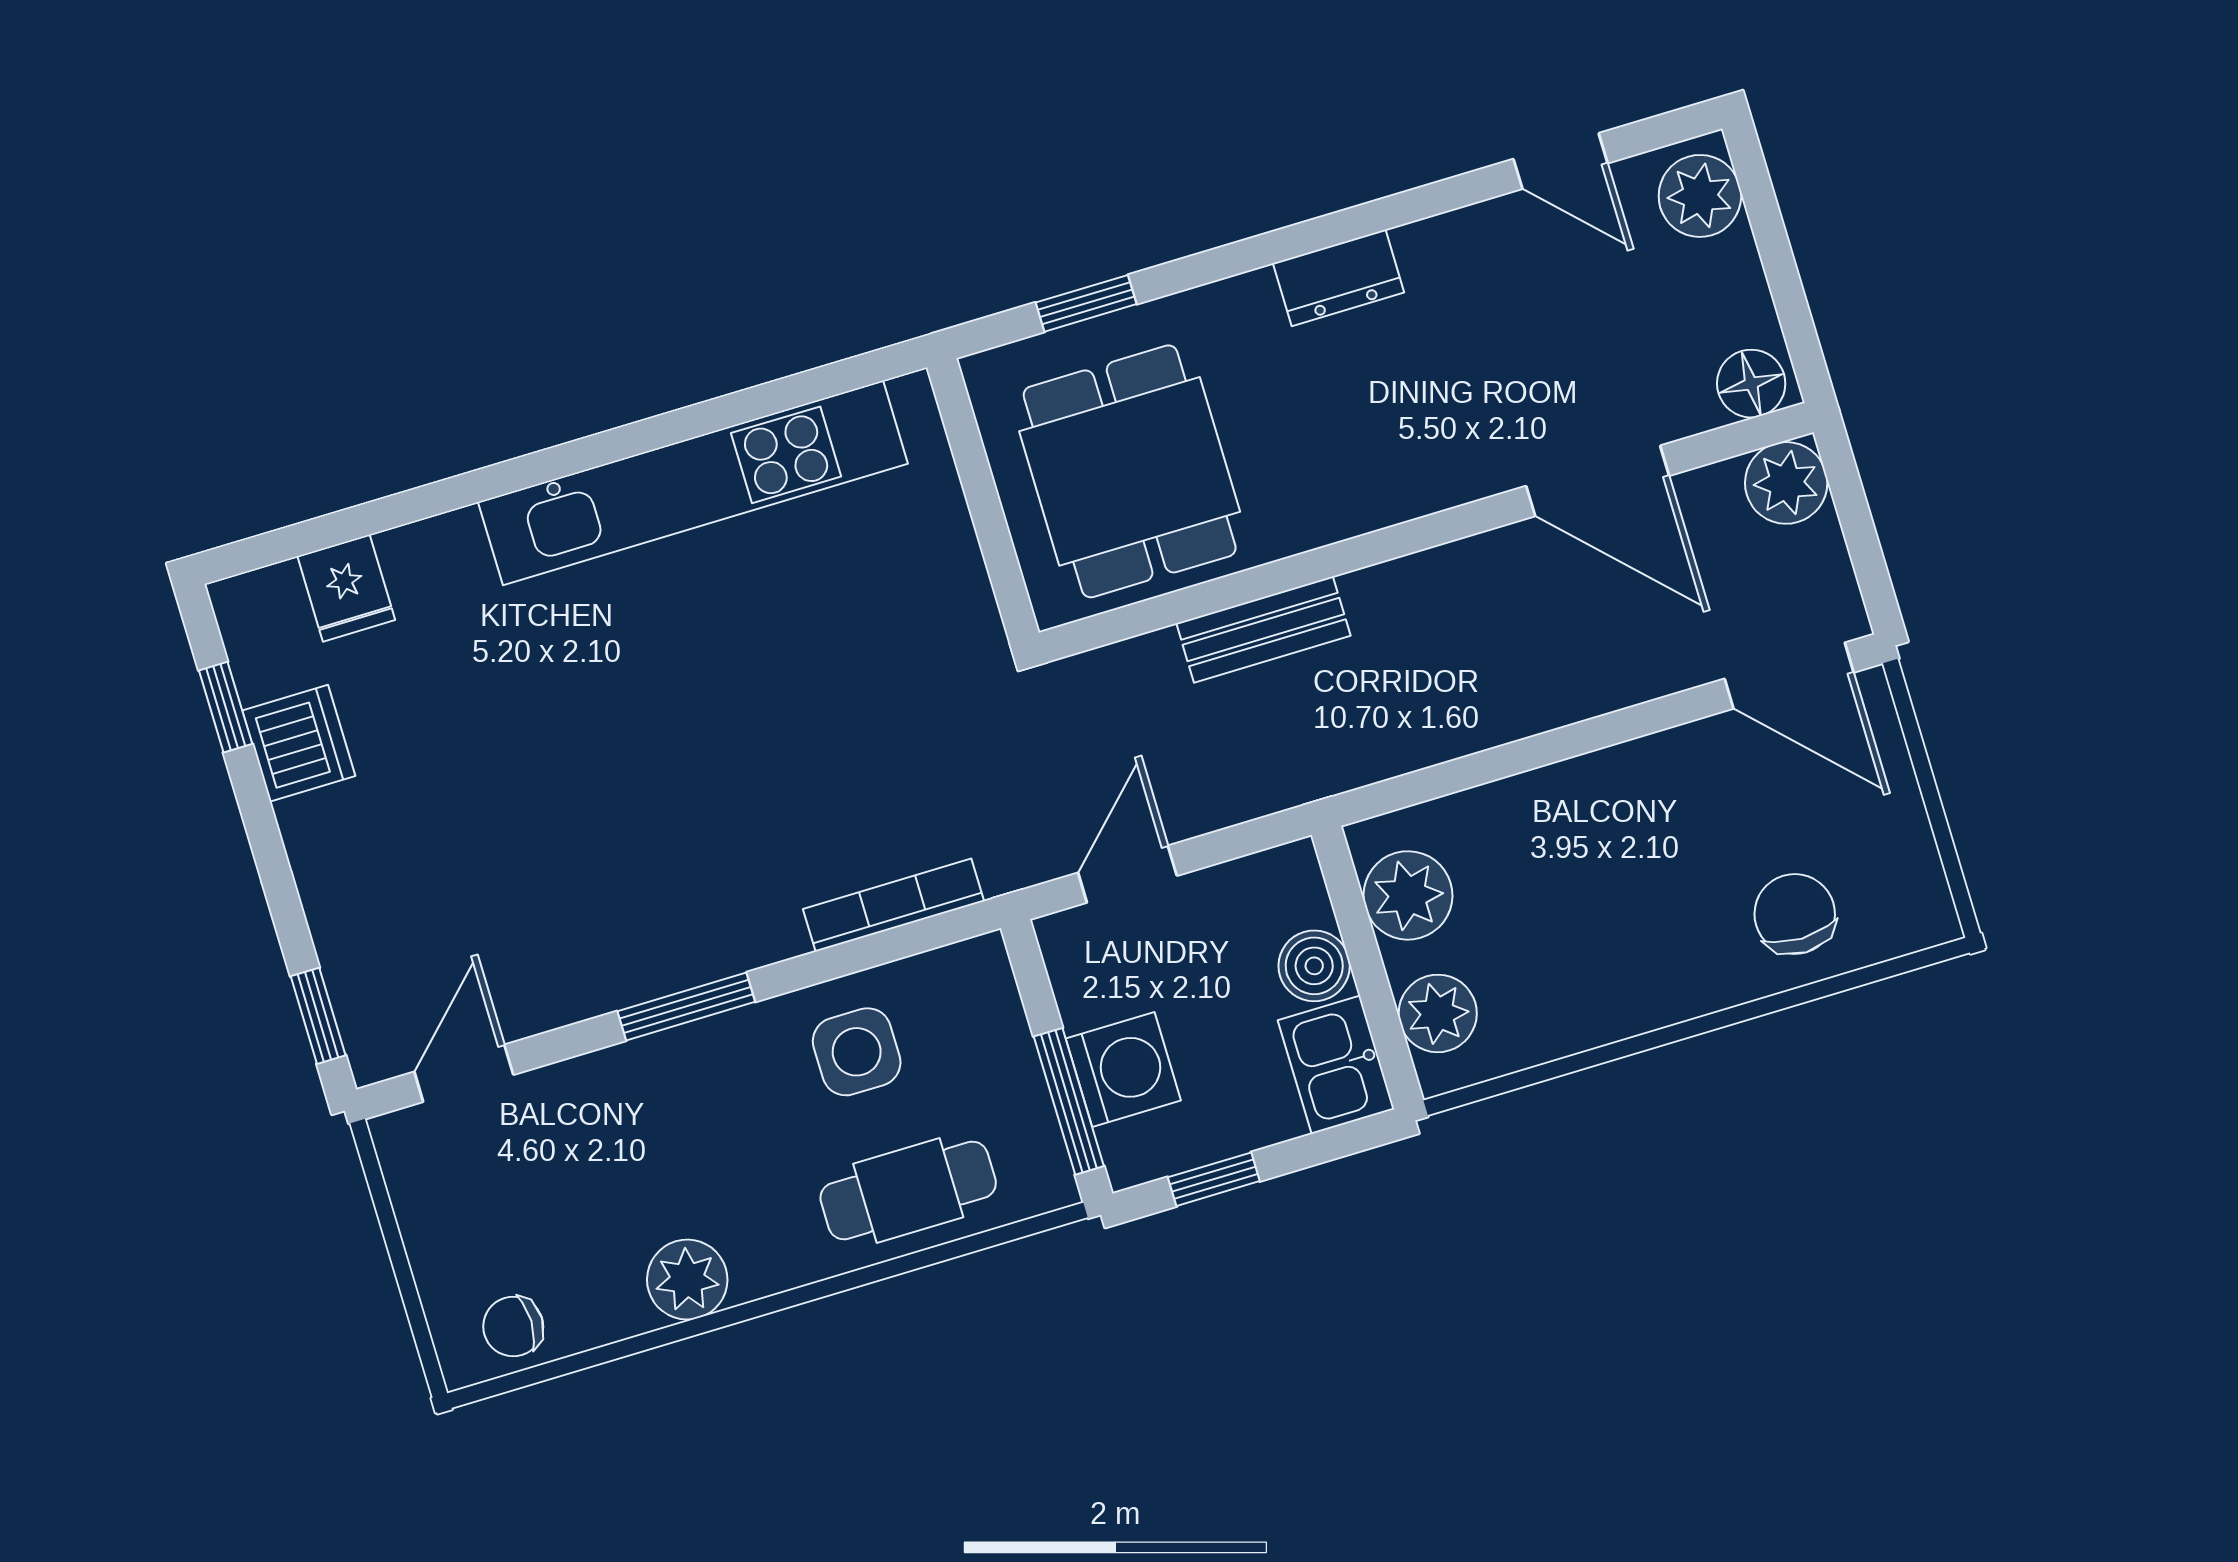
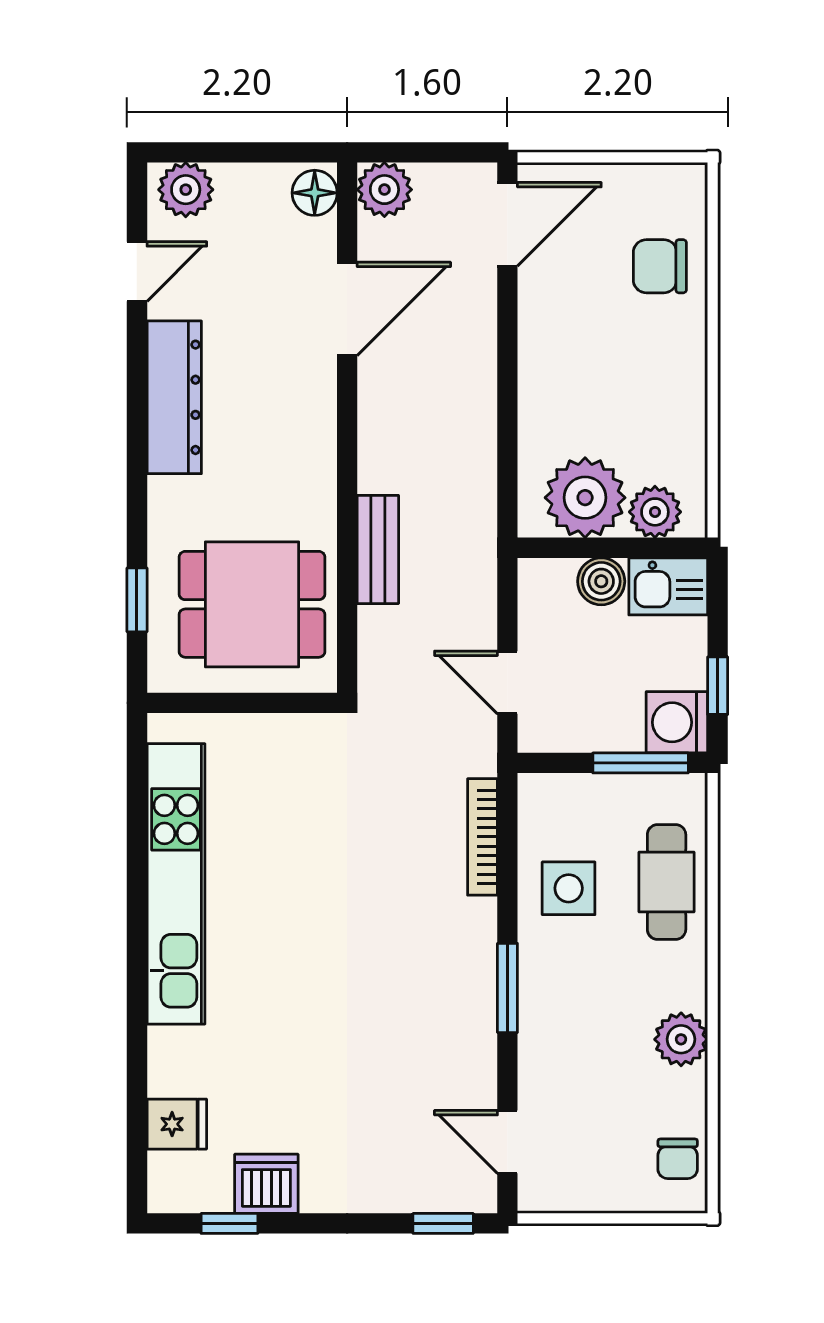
dresser: (1339, 278) -> (174, 397), width x1.96, depth x1.24
plant: (1408, 895) -> (585, 498), width x1.36, depth x1.36
washing machine: (1123, 1070) -> (677, 722), moved, turned -90

